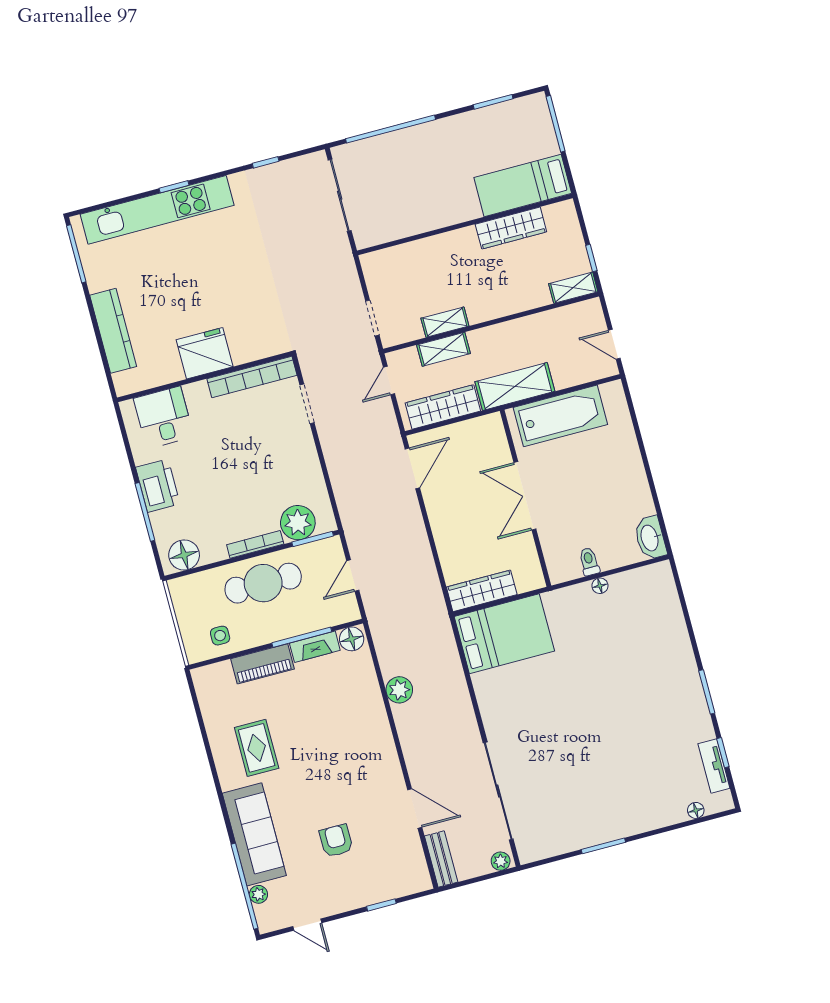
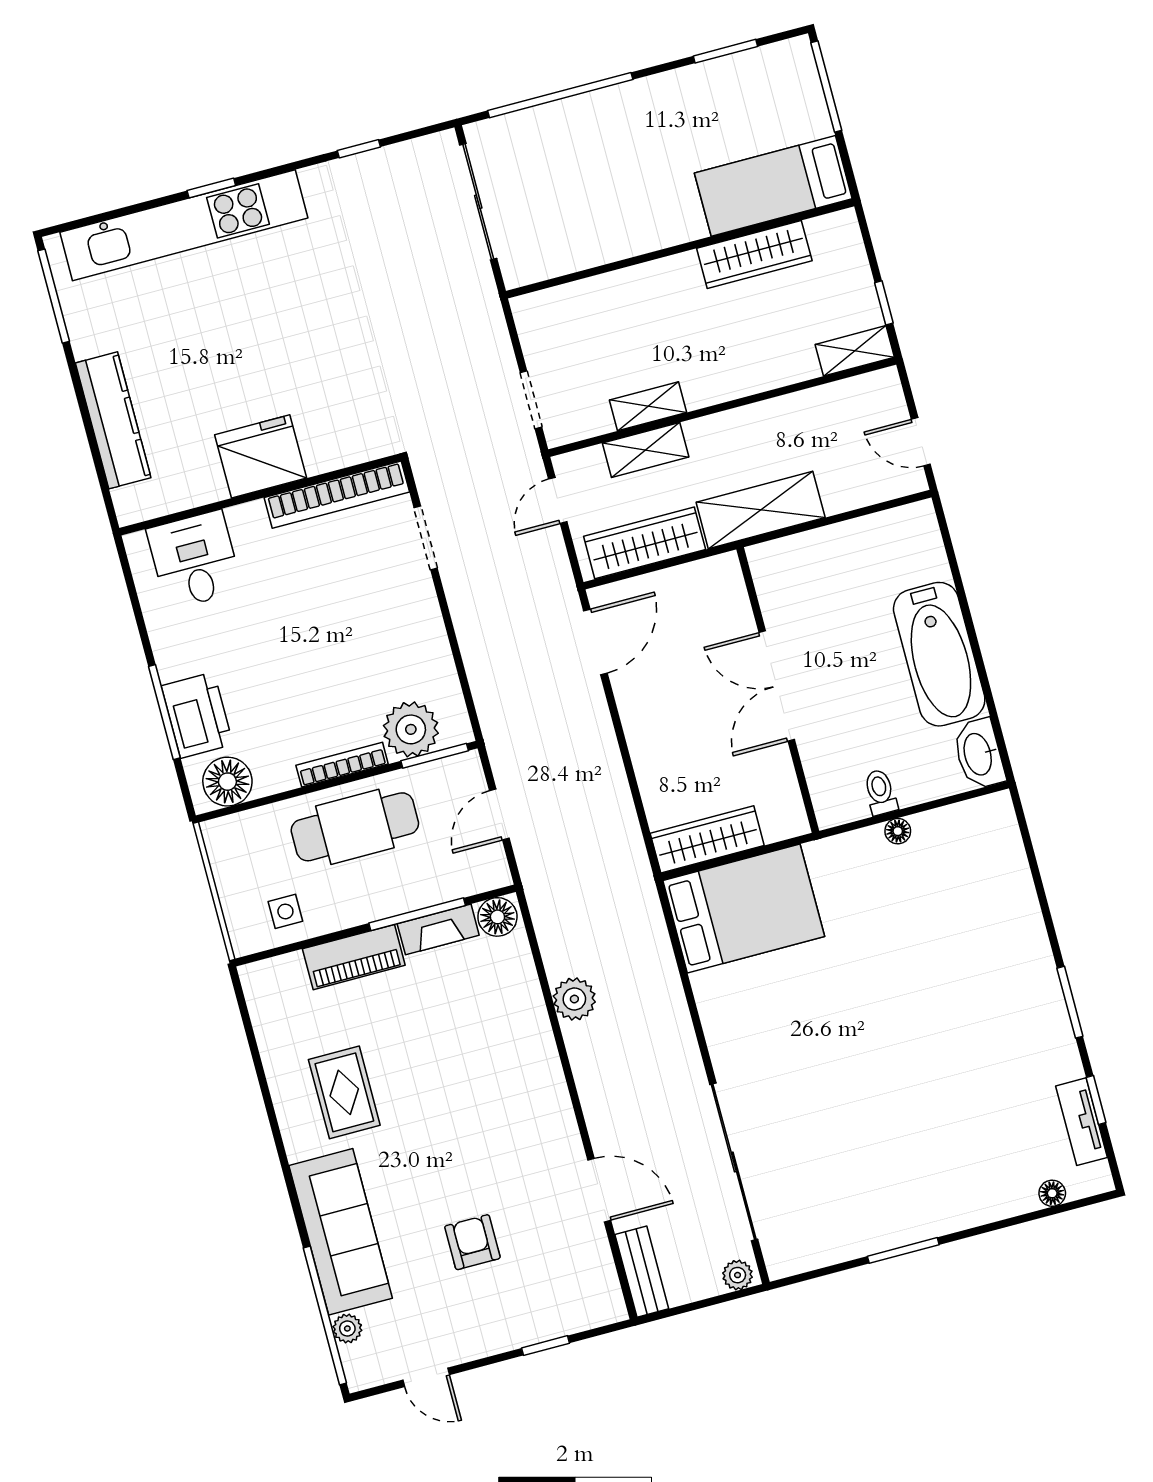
bathtub: (560, 416) -> (939, 654), moved, turned 90
printer: (158, 486) -> (197, 715), moved

